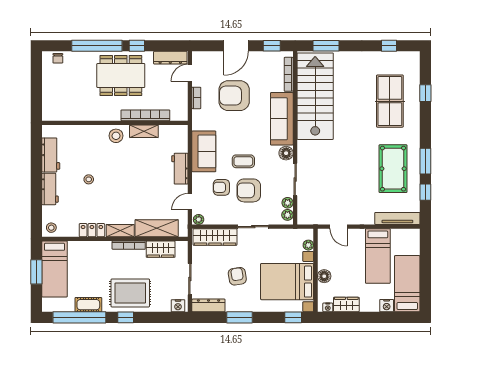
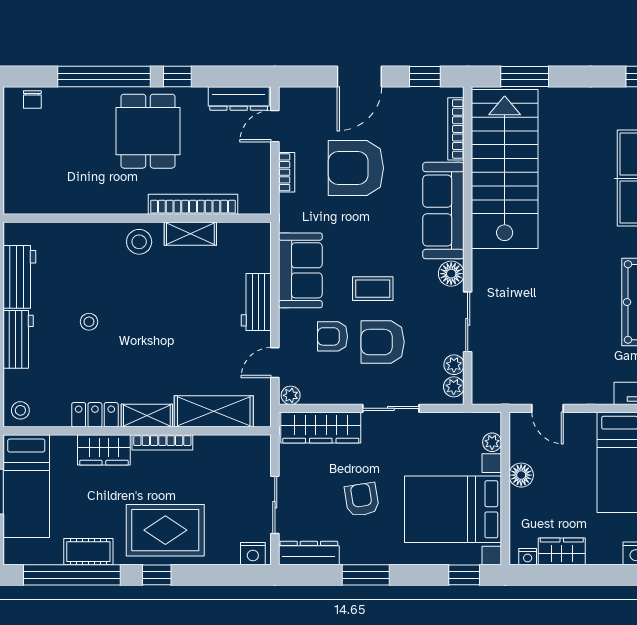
dining table: (121, 76) -> (148, 131), width x0.73
wardrobe: (161, 249) -> (104, 450), moved
floor lamp: (324, 276) -> (521, 475), moved

